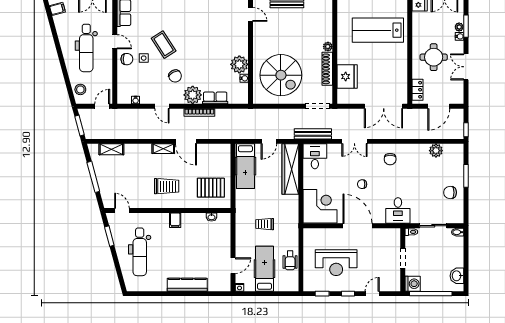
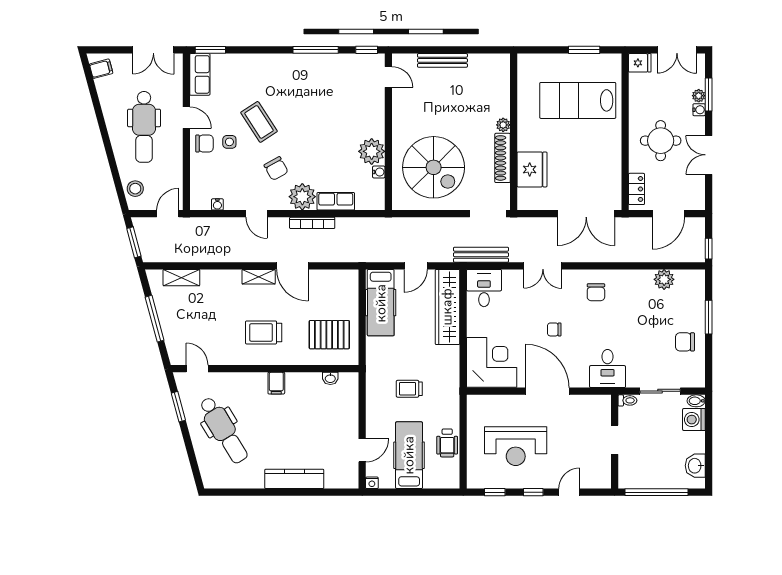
trolley: (167, 186) -> (264, 332), turned 180
dental chair: (140, 252) -> (223, 430), turned -31
washing machine: (413, 284) -> (694, 420), moved, turned 180

